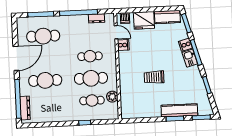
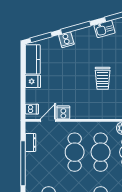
fridge: (144, 20) -> (33, 81), width x0.53, depth x0.75
cafe table: (90, 56) -> (75, 152), width x1.37, depth x1.35
kitchen sink: (190, 58) -> (105, 29), moved

